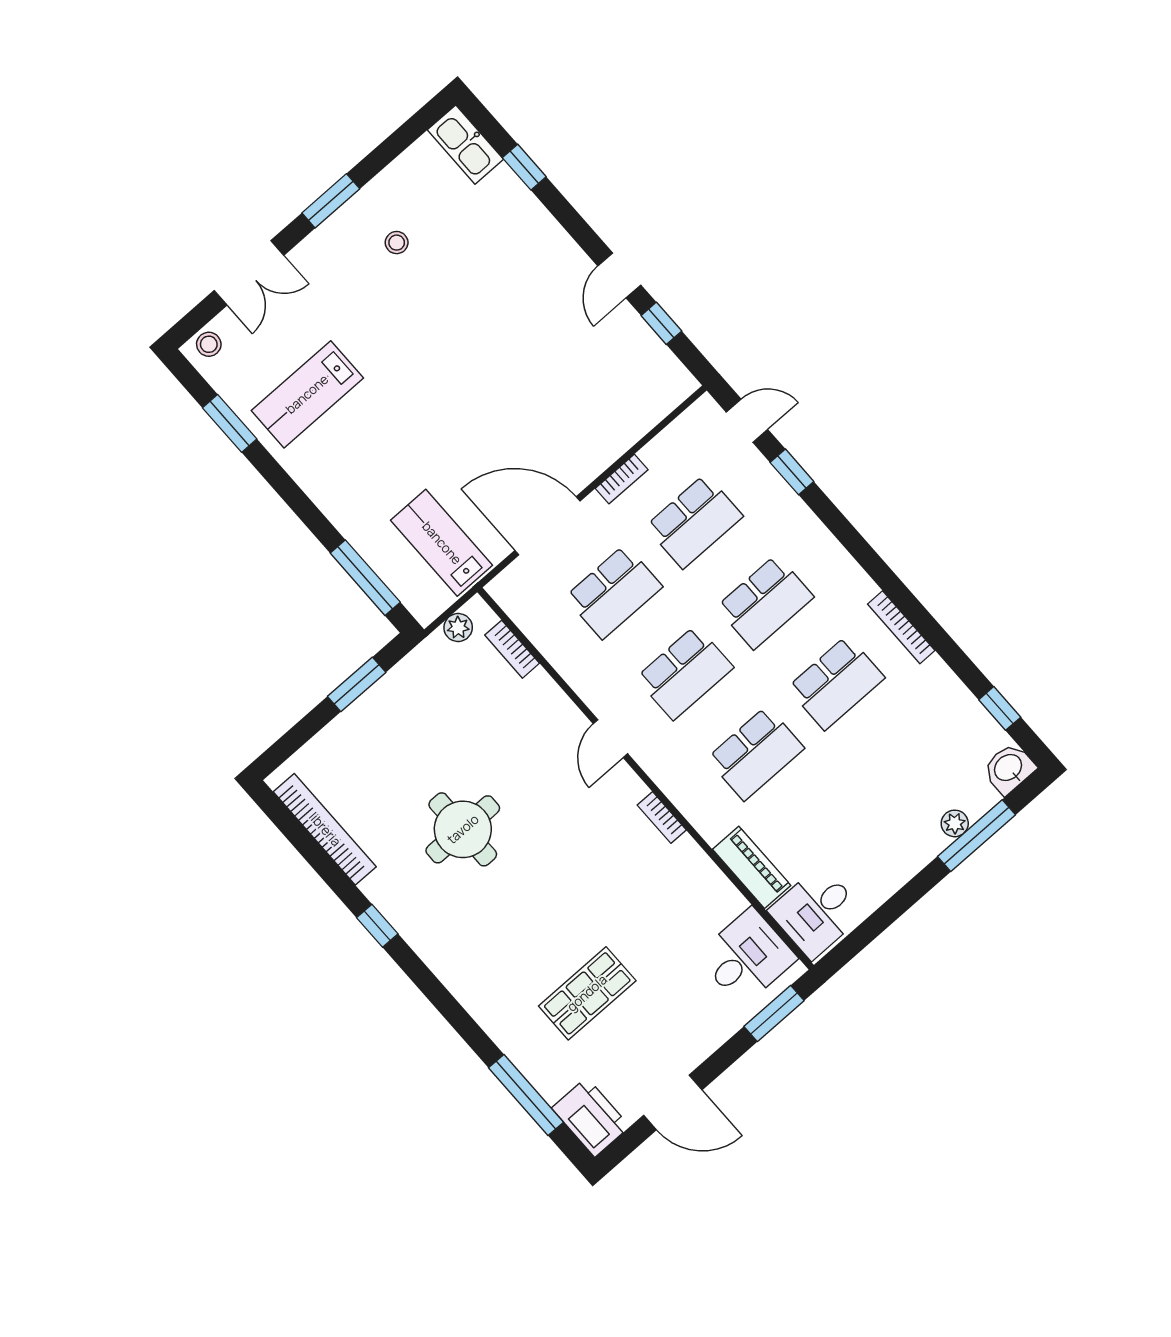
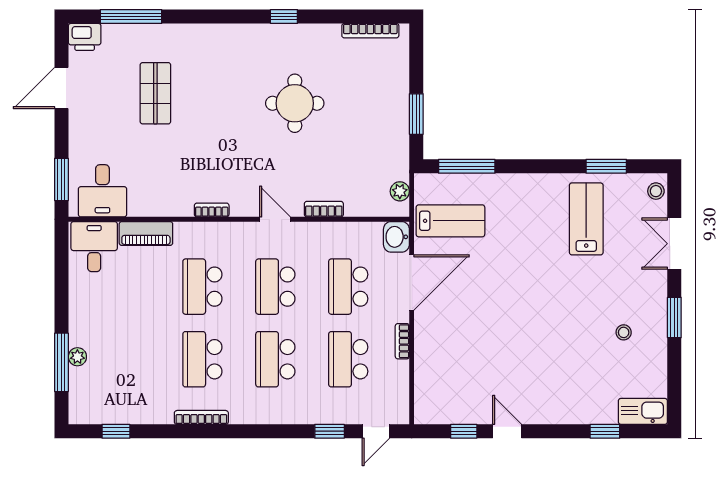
bookcase: (512, 649) -> (324, 209), moved
washbasin: (1009, 768) -> (396, 237), moved, turned 180
bookcase: (325, 829) -> (370, 31), width x0.68, depth x0.76
printer: (591, 1117) -> (85, 37), width x0.73, depth x0.84

